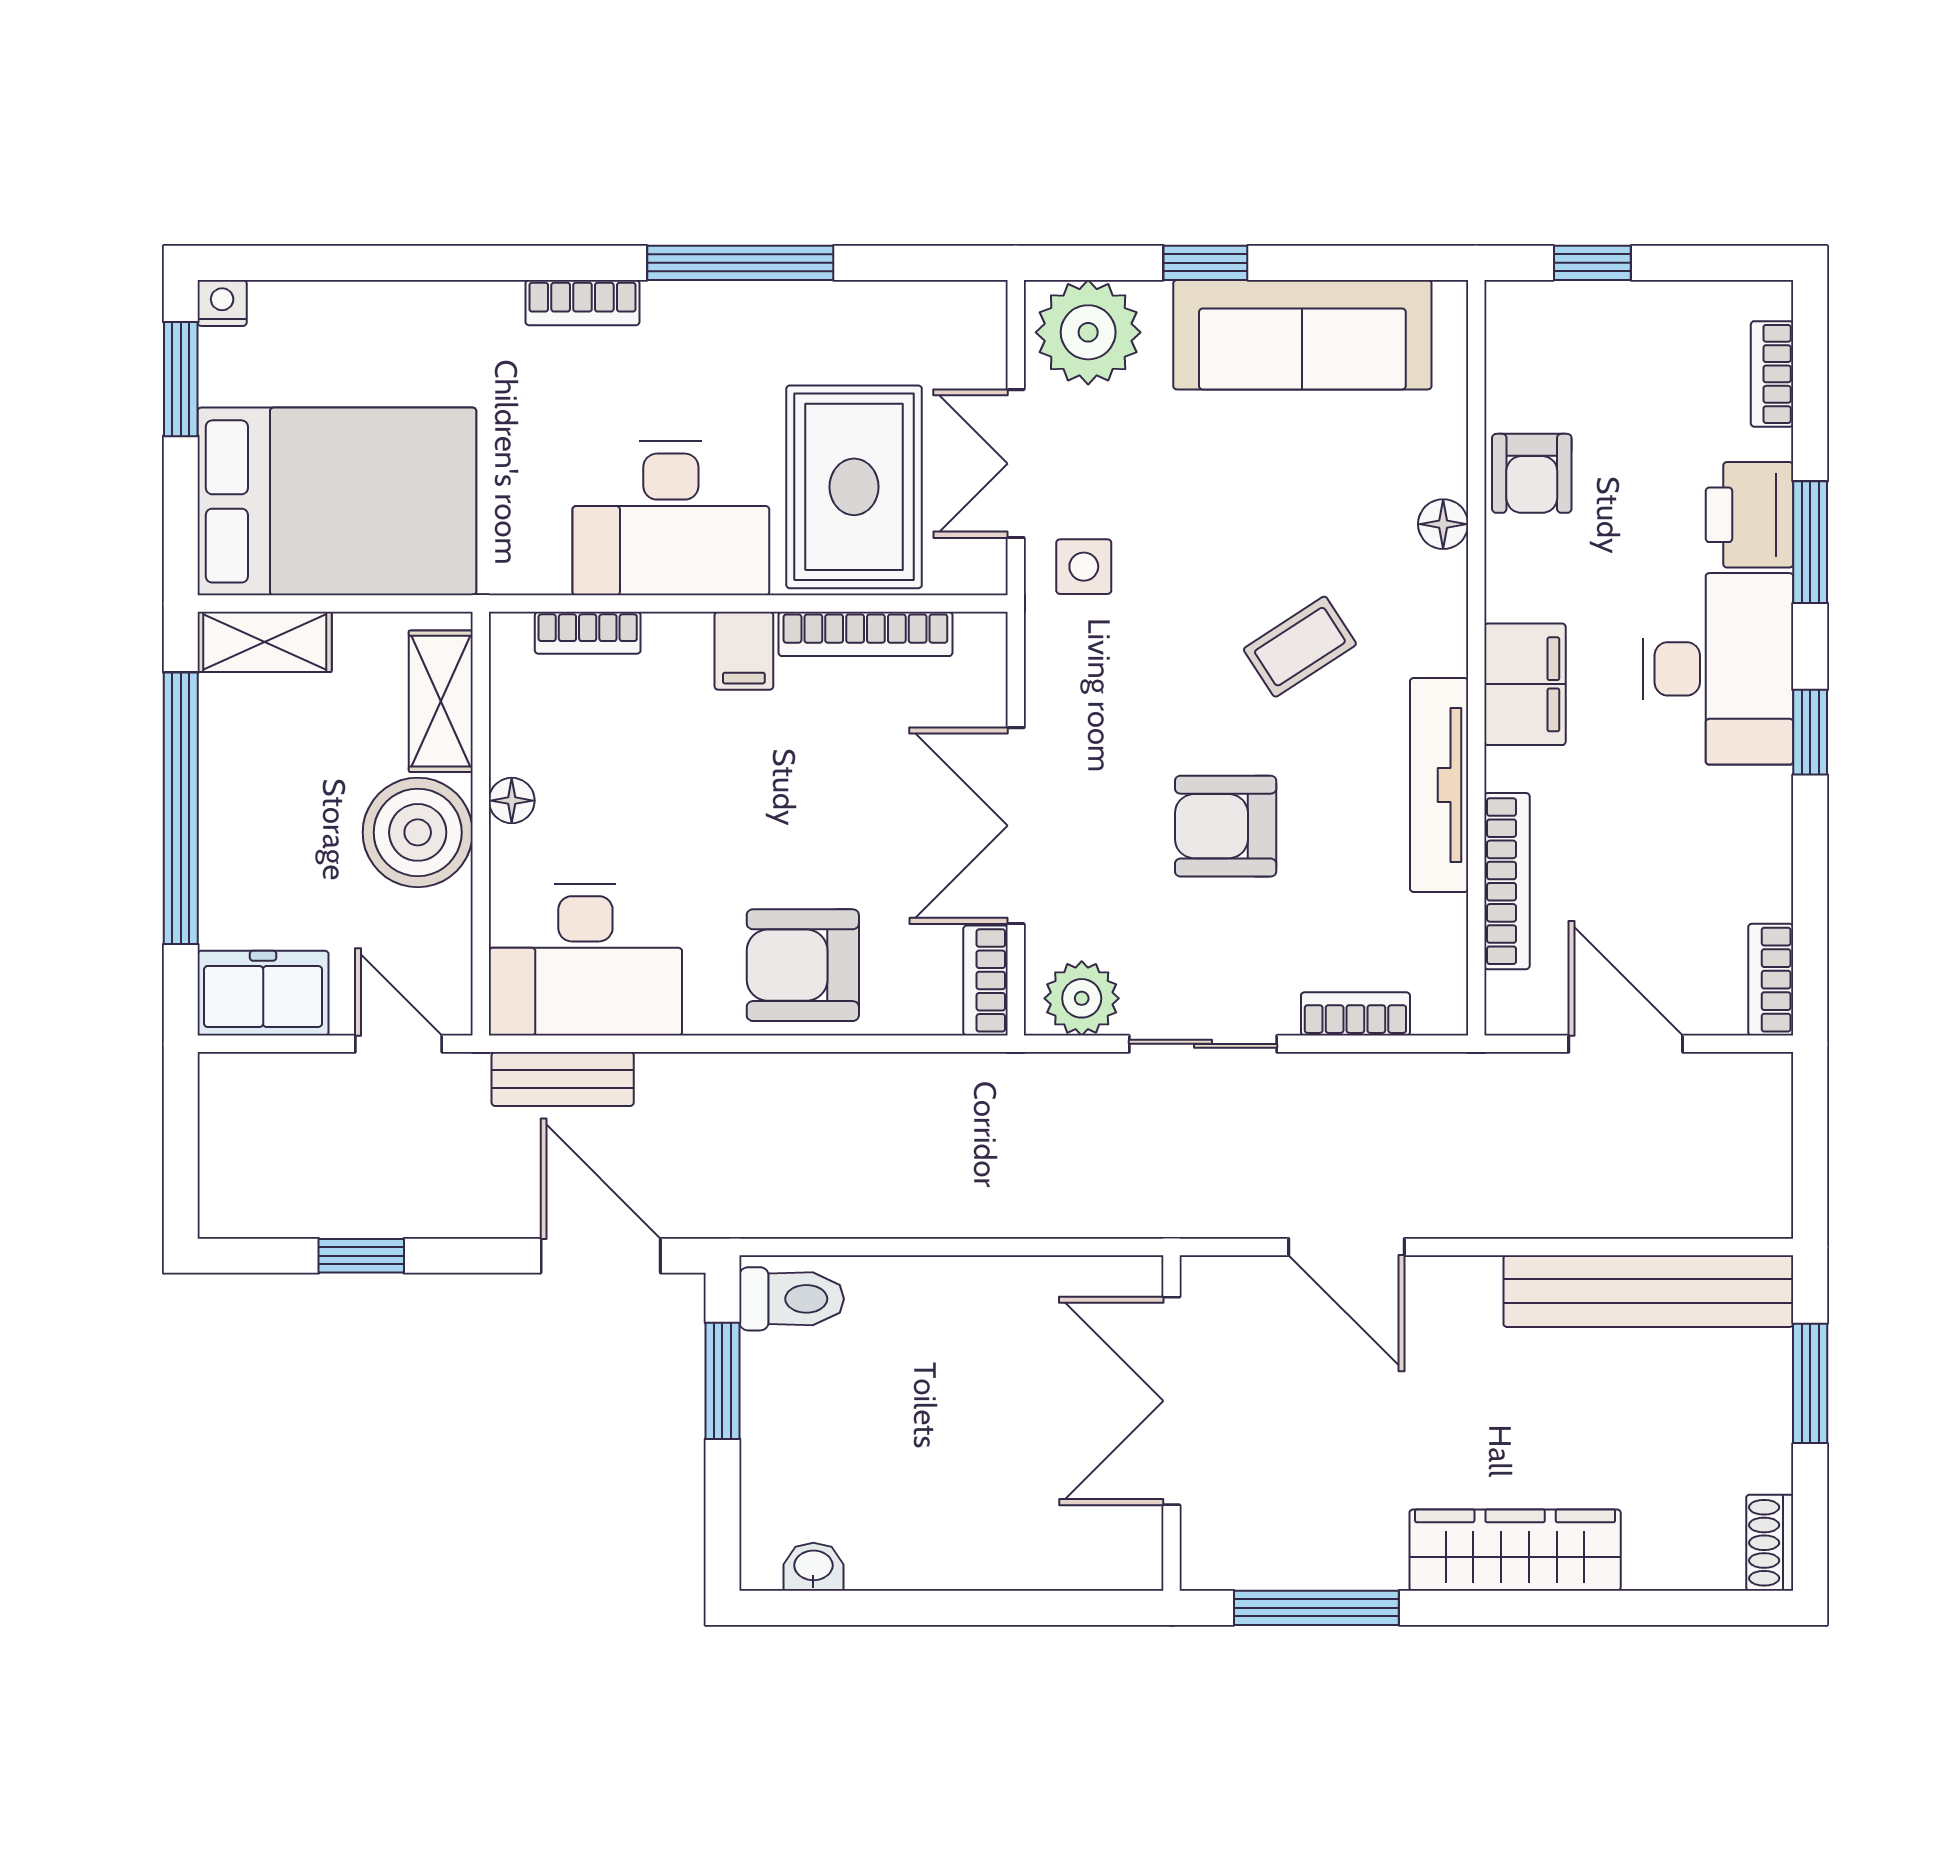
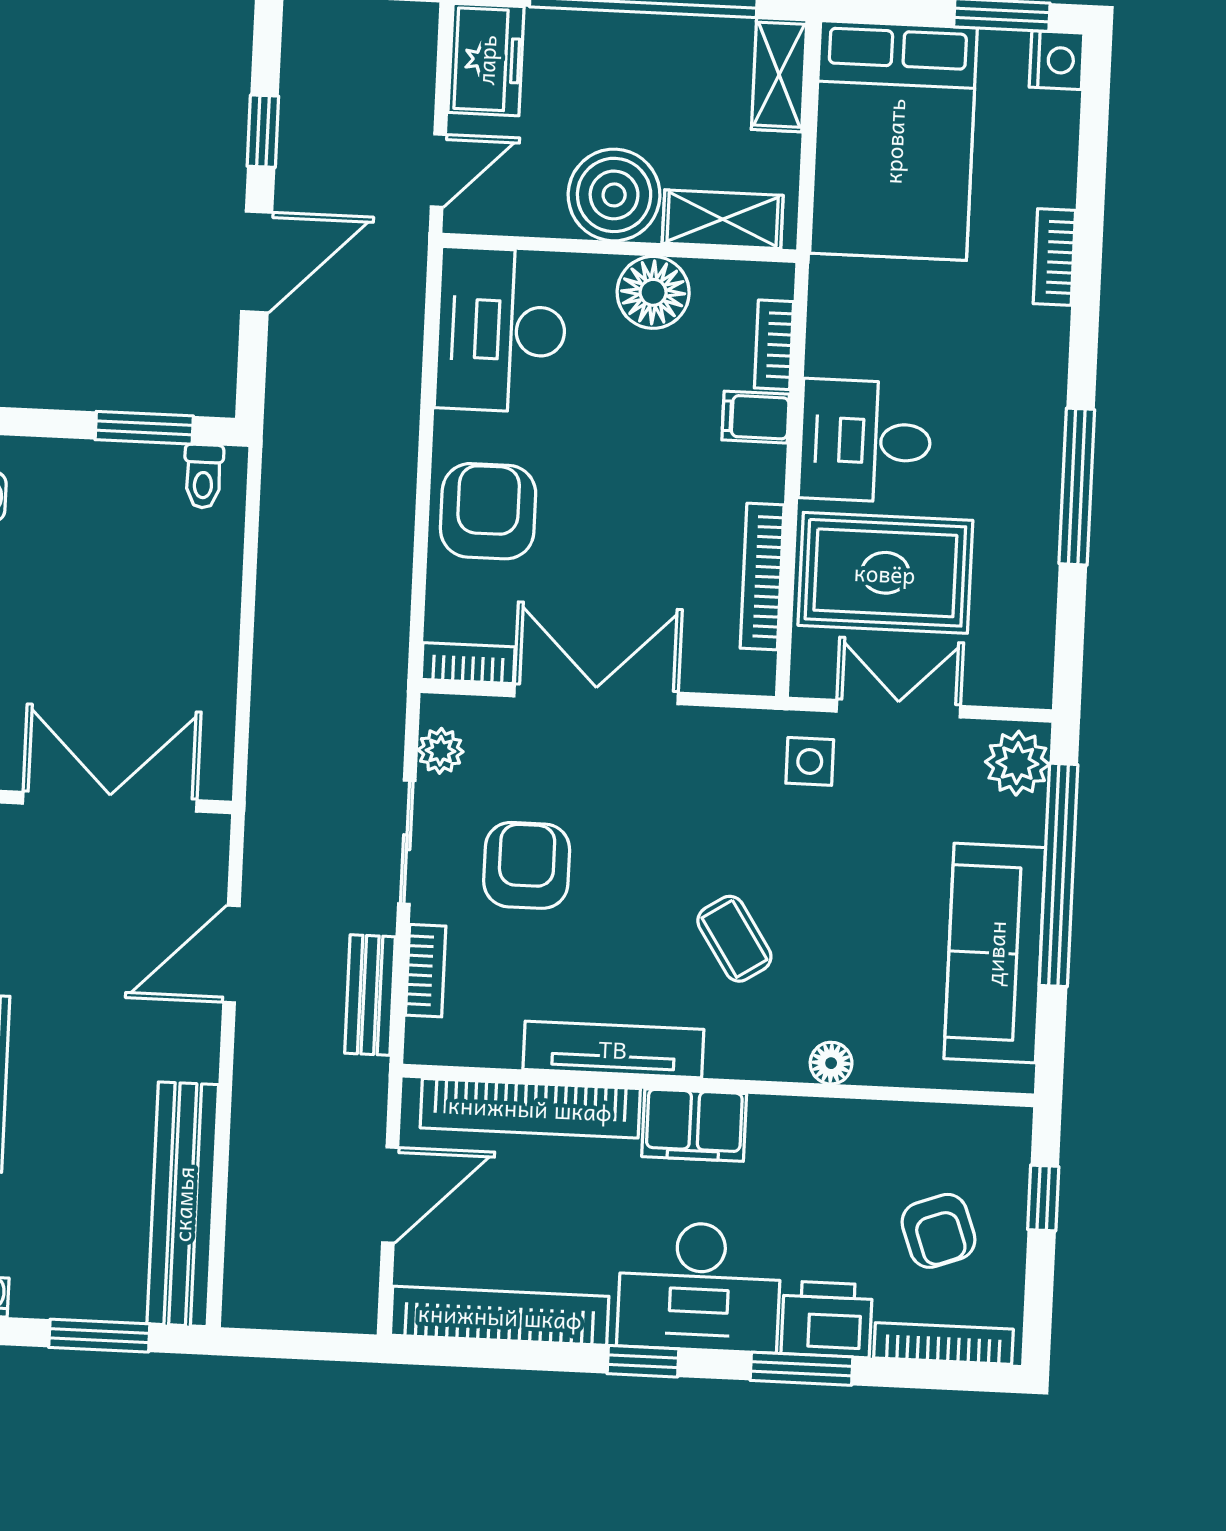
window: (1205, 263) -> (1058, 875), width x3.17
nightstand: (222, 303) -> (1057, 60), width x1.39, depth x1.35
bookcase: (582, 303) -> (1054, 257), moved
plant: (1088, 332) -> (1017, 763), width x0.73, depth x0.73
bookcase: (1772, 374) -> (943, 1344), width x1.56
armchair: (1532, 473) -> (939, 1231), moved, turned -110
desk: (671, 518) -> (865, 441), width x0.73
filing cabinet: (744, 651) -> (756, 417), moved
floor lamp: (512, 801) -> (653, 292), width x1.89, depth x1.89
armchair: (1226, 826) -> (527, 865), moved
bookcase: (1507, 881) -> (530, 1108), width x1.48, depth x1.31
bookcase: (1771, 980) -> (500, 1316), width x2.31, depth x1.31
plant: (1082, 998) -> (441, 751), width x0.73, depth x0.73
bench: (563, 1079) -> (370, 995), moved
door: (601, 1256) -> (257, 262), moved
toilet: (792, 1299) -> (203, 476), width x0.73, depth x0.72

